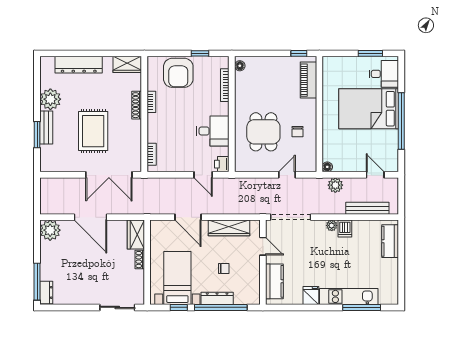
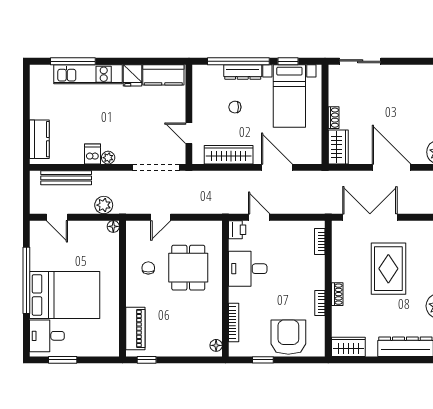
shoe rack: (137, 105) -> (337, 294), width x0.70
kitchen counter: (274, 281) -> (163, 75), moved, turned -90

